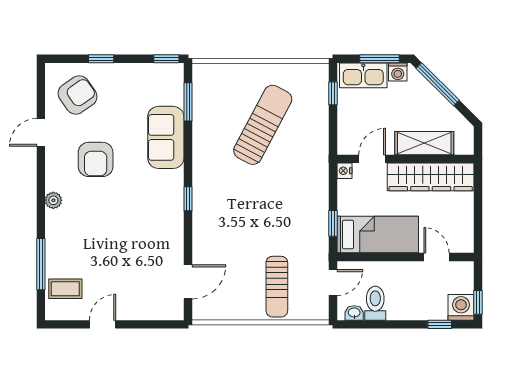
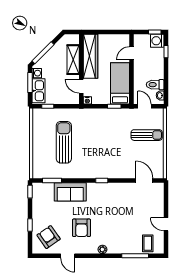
sun lounger: (263, 125) -> (64, 142), turned 62
armchair: (96, 159) -> (82, 228), turned 90

